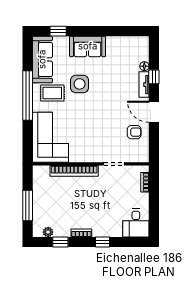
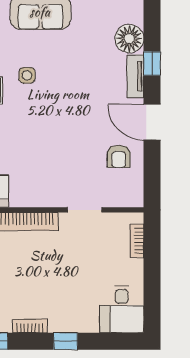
floor lamp: (144, 66) -> (129, 39), width x1.89, depth x1.89
side table: (80, 84) -> (27, 75), width x0.54, depth x0.54
armchair: (134, 132) -> (119, 156), turned 90

